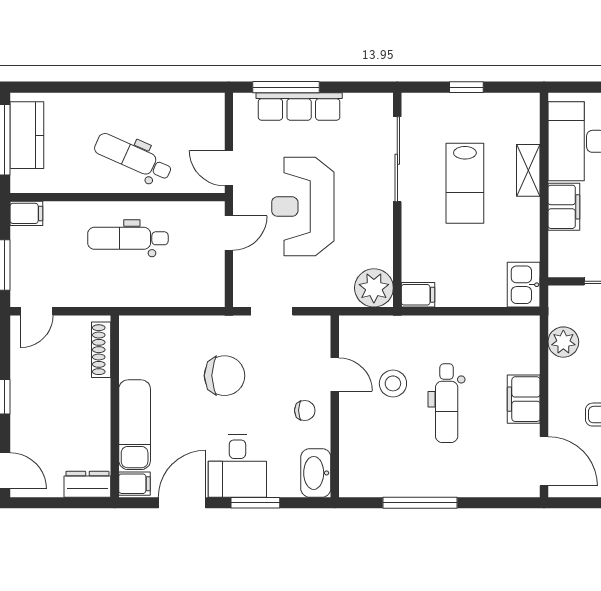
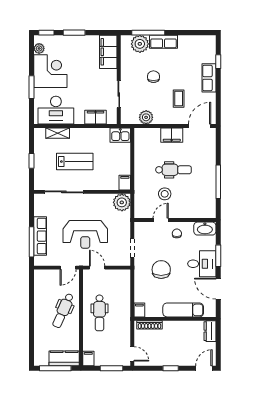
kitchen counter: (27, 135) -> (64, 358), moved
shelving: (528, 170) -> (58, 133), moved
filing cabinet: (564, 207) -> (96, 117), moved
filing cabinet: (134, 484) -> (139, 310), moved

